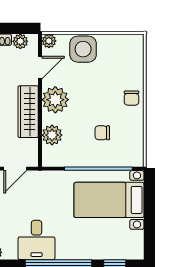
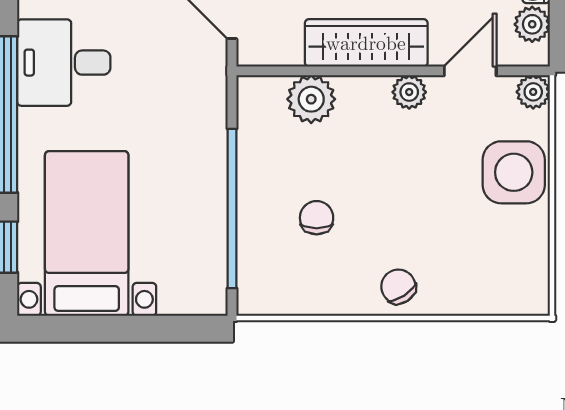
door: (40, 68) -> (470, 71), swing flipped
chair: (132, 98) -> (398, 287), turned 57
plant: (55, 100) -> (409, 92), width x0.53, depth x0.53
bed with nightstands: (109, 200) -> (87, 233), moved

